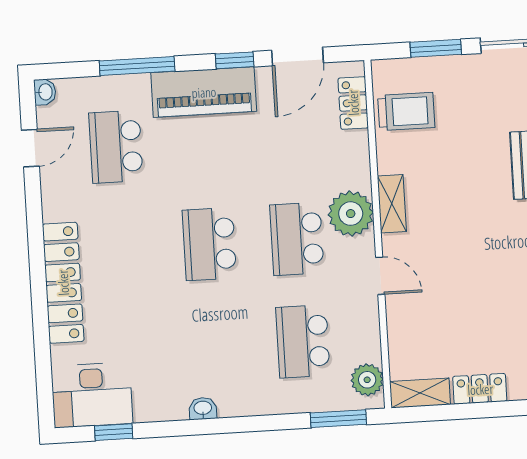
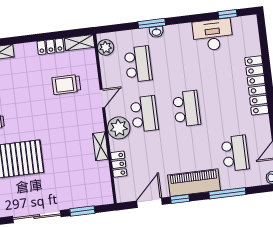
locker: (353, 103) -> (119, 164), moved
trolley: (406, 111) -> (66, 85), moved
shelving: (392, 204) -> (101, 146), moved
door: (380, 276) -> (102, 98), swing flipped
desk: (92, 395) -> (213, 35), moved
washbasin: (203, 408) -> (156, 32), moved
window: (338, 419) -> (152, 23), moved

